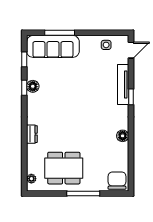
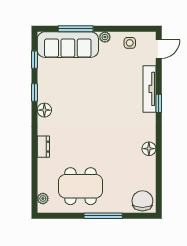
plant: (85, 40) -> (105, 37), added
floor lamp: (33, 86) -> (44, 110), moved

